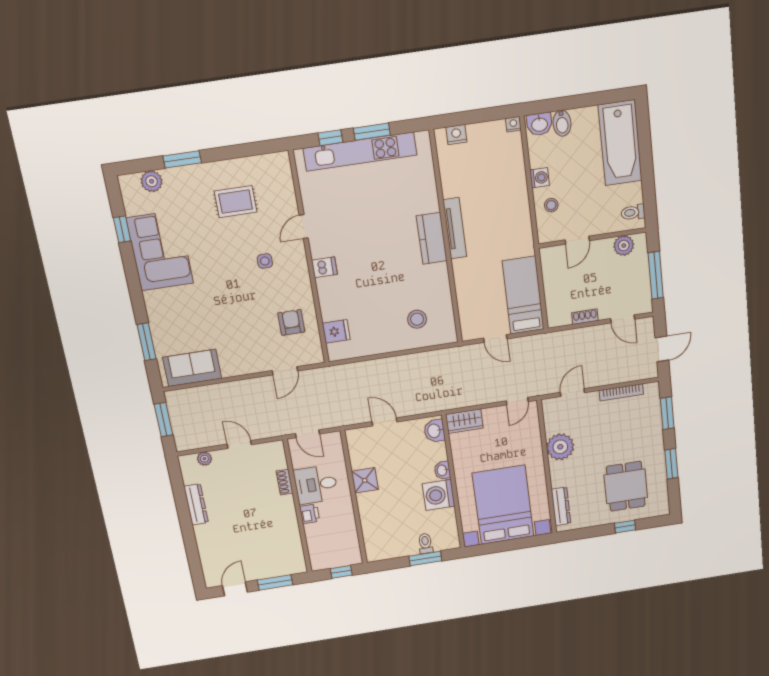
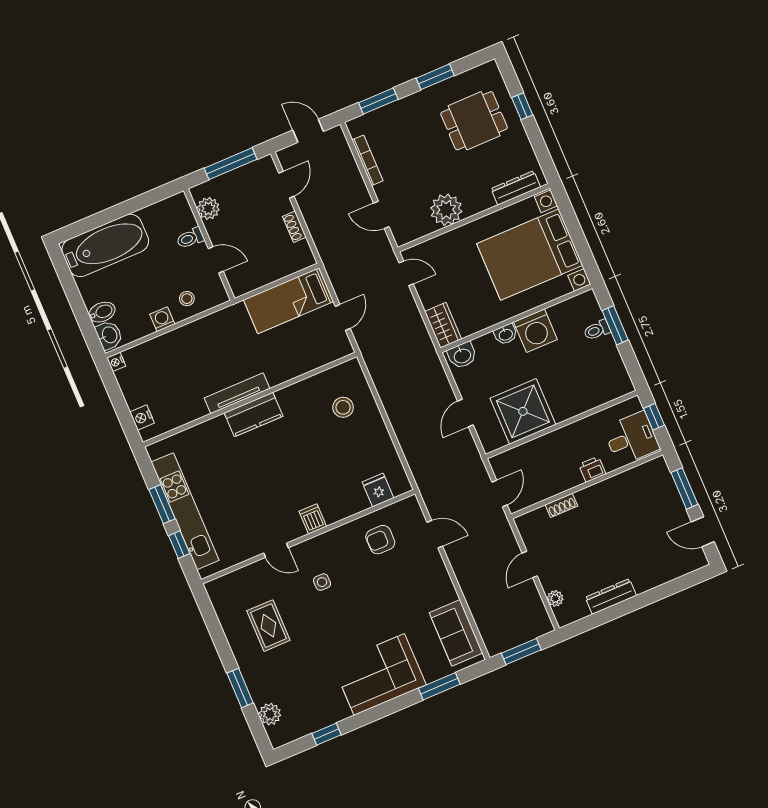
toilet: (633, 212) -> (190, 238), moved, turned 90
corner sofa: (160, 251) -> (379, 674), moved
shower: (365, 480) -> (523, 411), width x1.86, depth x1.86
desk: (316, 485) -> (631, 438), moved, turned -90

